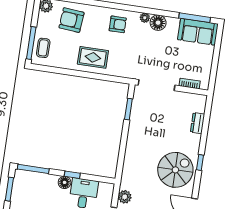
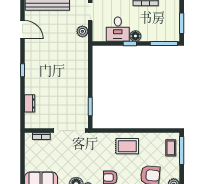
spiral stairs: (175, 170) -> (43, 61), removed

